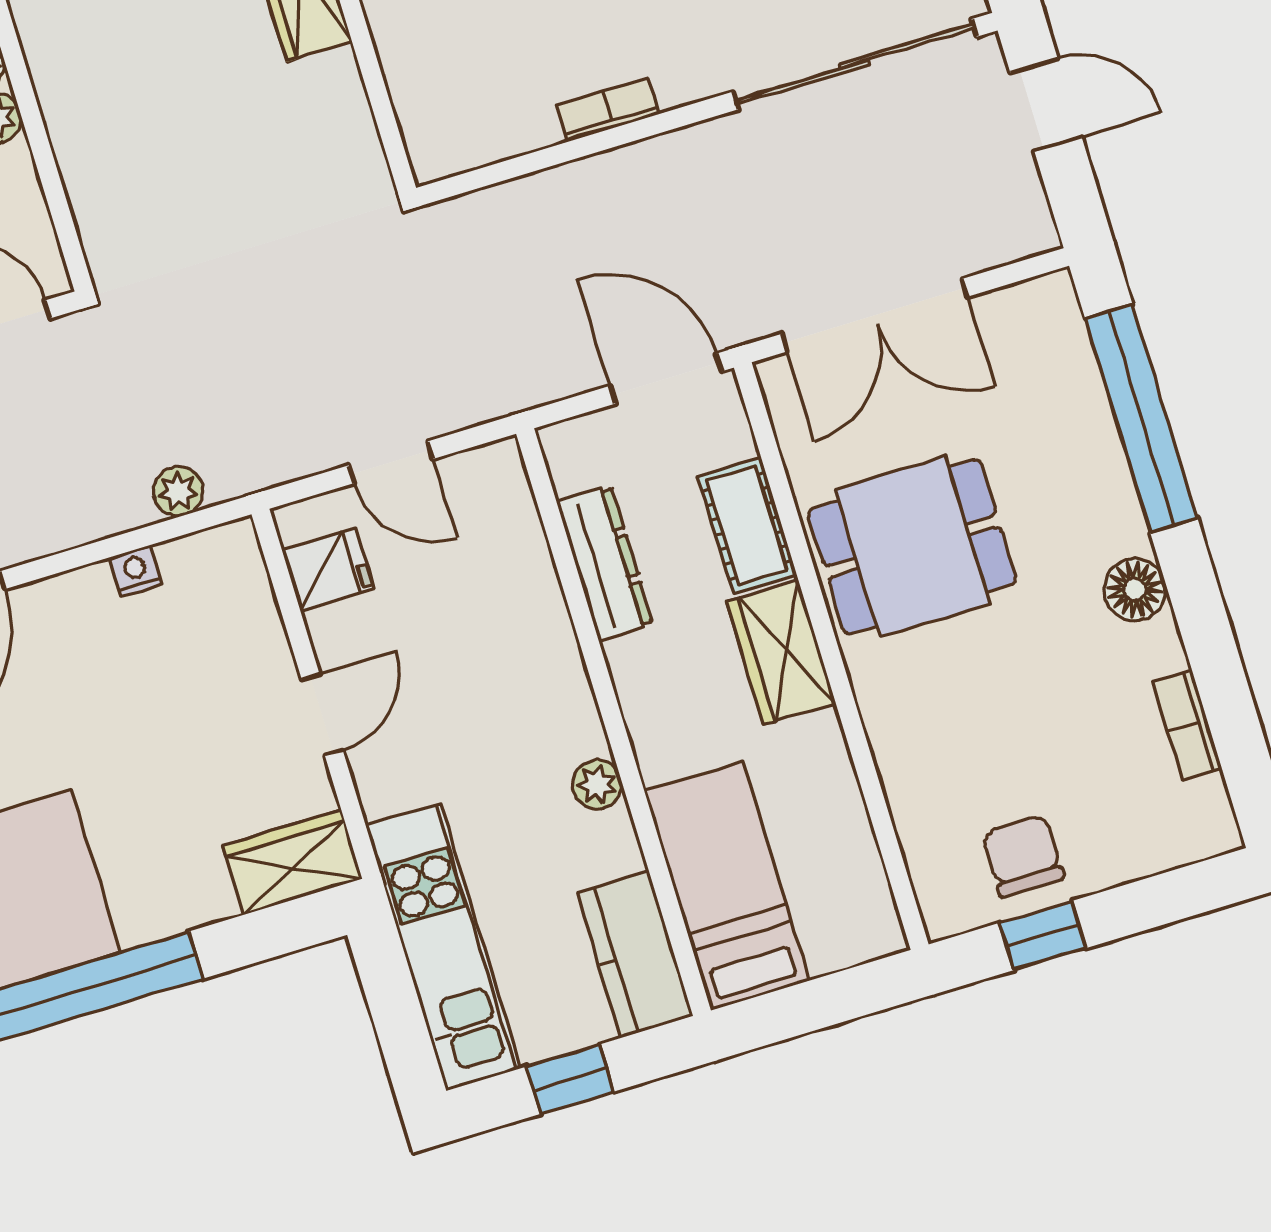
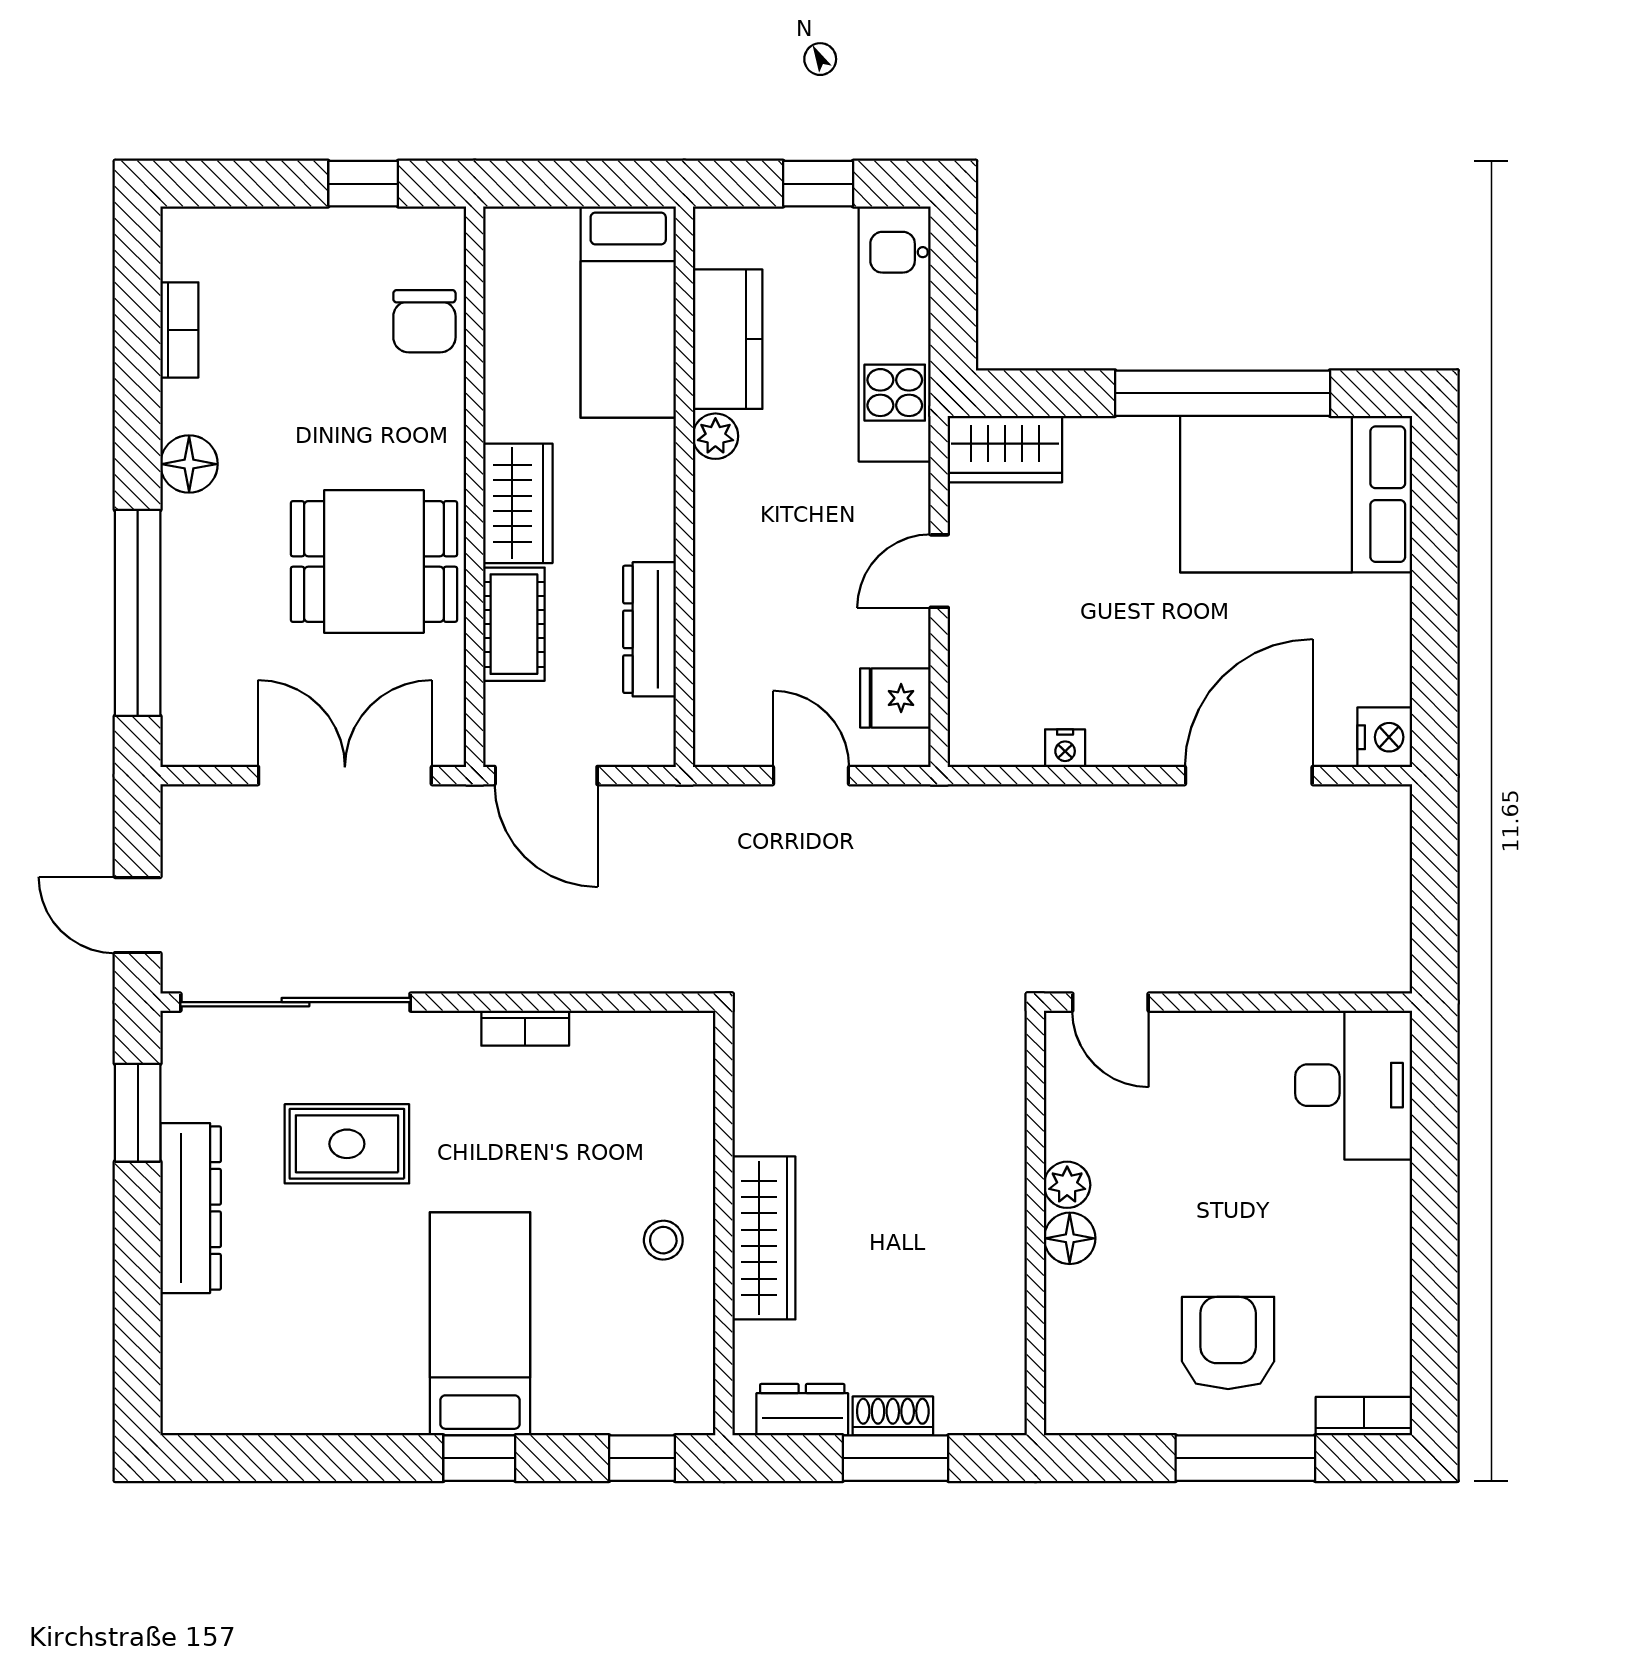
plant: (178, 491) -> (1006, 807), removed
chair: (1023, 856) -> (424, 321), moved
kitchen counter: (635, 955) -> (728, 339), moved

